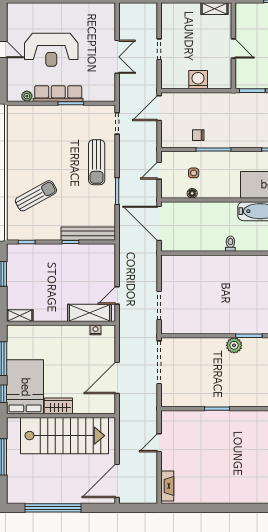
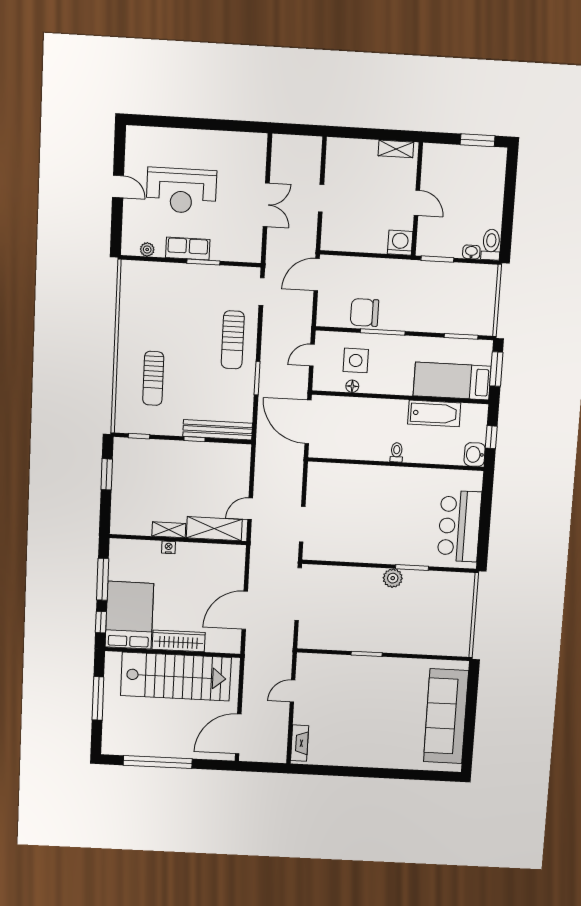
washing machine: (198, 80) -> (400, 243), moved
row of seats: (58, 94) -> (188, 248), width x0.68
chair: (198, 135) -> (365, 312), width x1.87, depth x1.87
side table: (194, 173) -> (356, 360), width x1.87, depth x1.87
sun lounger: (36, 196) -> (153, 378), turned 119
shelving: (20, 316) -> (169, 530), moved
nightstand: (95, 330) -> (169, 547), moved
wardrobe: (58, 406) -> (179, 641), width x1.50

